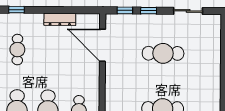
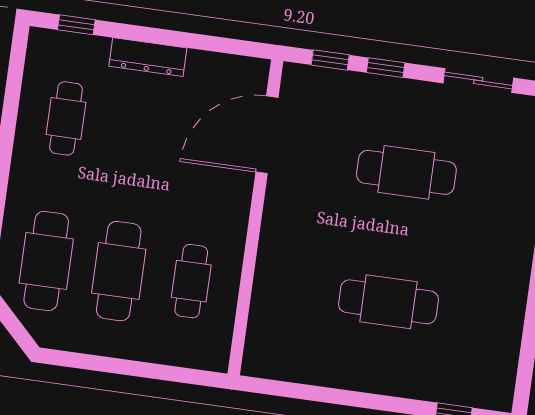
dresser: (60, 19) -> (148, 57), moved
door: (103, 45) -> (267, 135), hinge flipped

